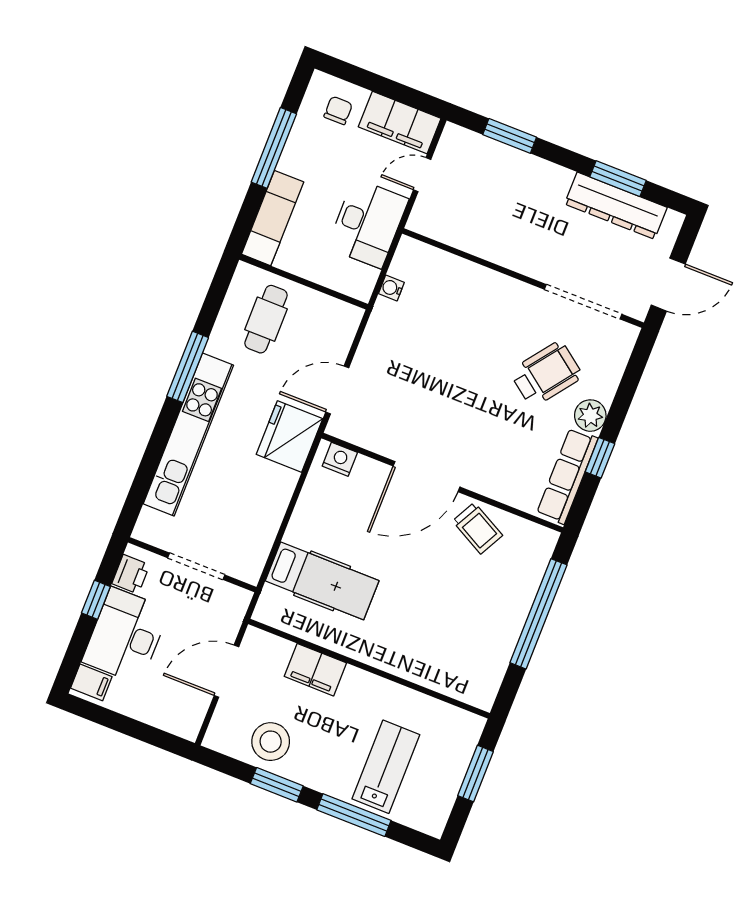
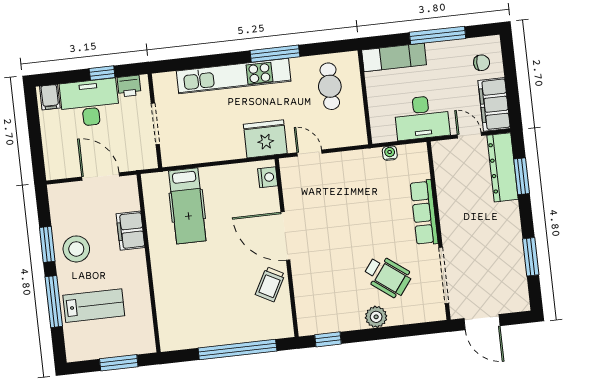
dresser: (616, 206) -> (503, 167), moved
cafe table: (266, 319) -> (330, 86), turned 90
door: (337, 390) -> (310, 153), width x0.73
window: (600, 458) -> (328, 339), moved
row of seats: (567, 476) -> (424, 213), moved, turned -90
stool: (271, 742) -> (76, 249), moved

